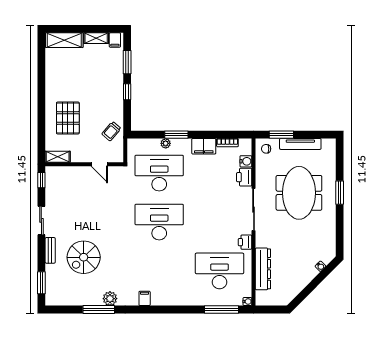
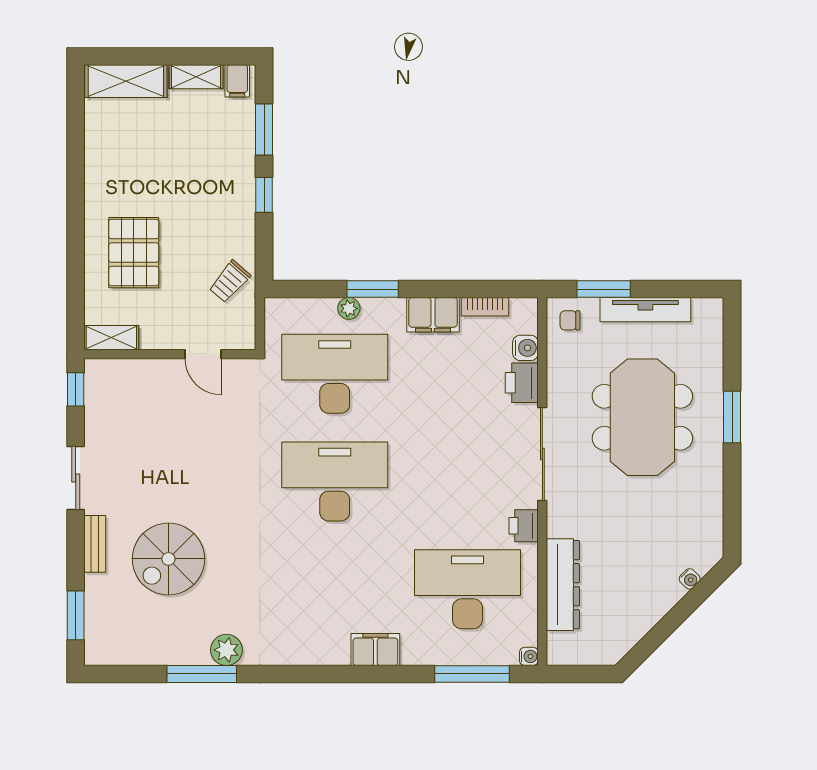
filing cabinet: (145, 298) -> (375, 650), moved, width x2.00

